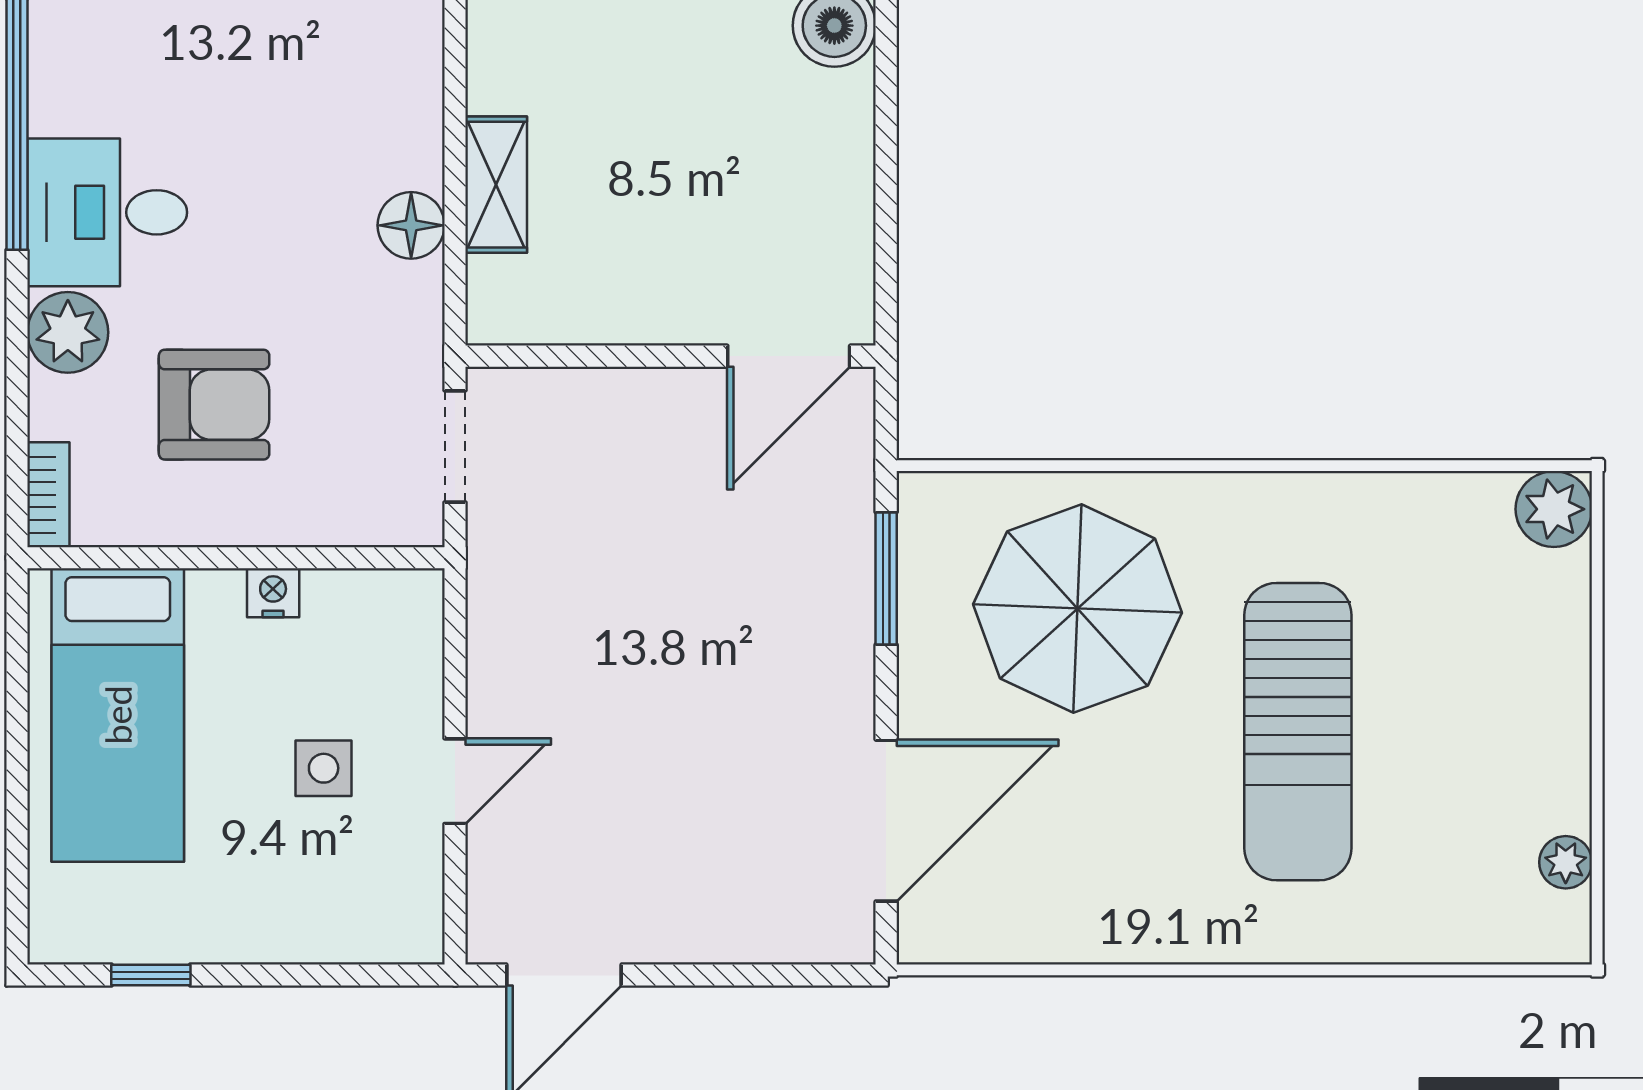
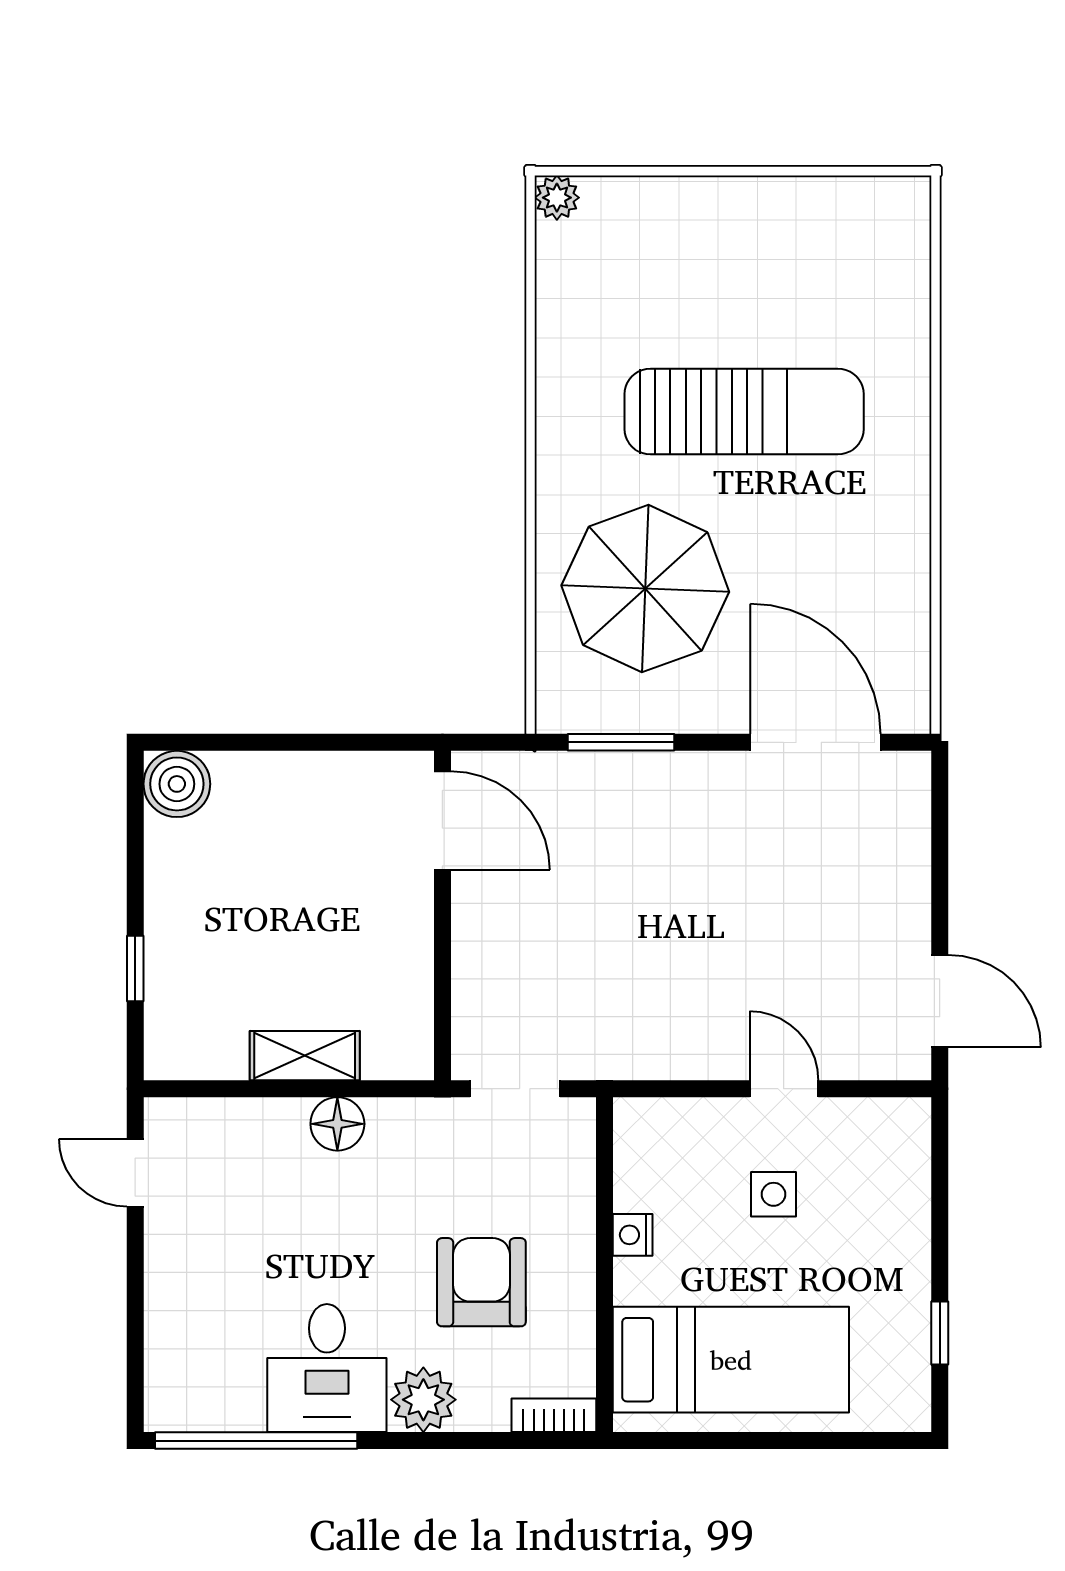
plant: (1554, 509) -> (557, 198), width x0.73, depth x0.73
plant: (1566, 862) -> (849, 196), removed

